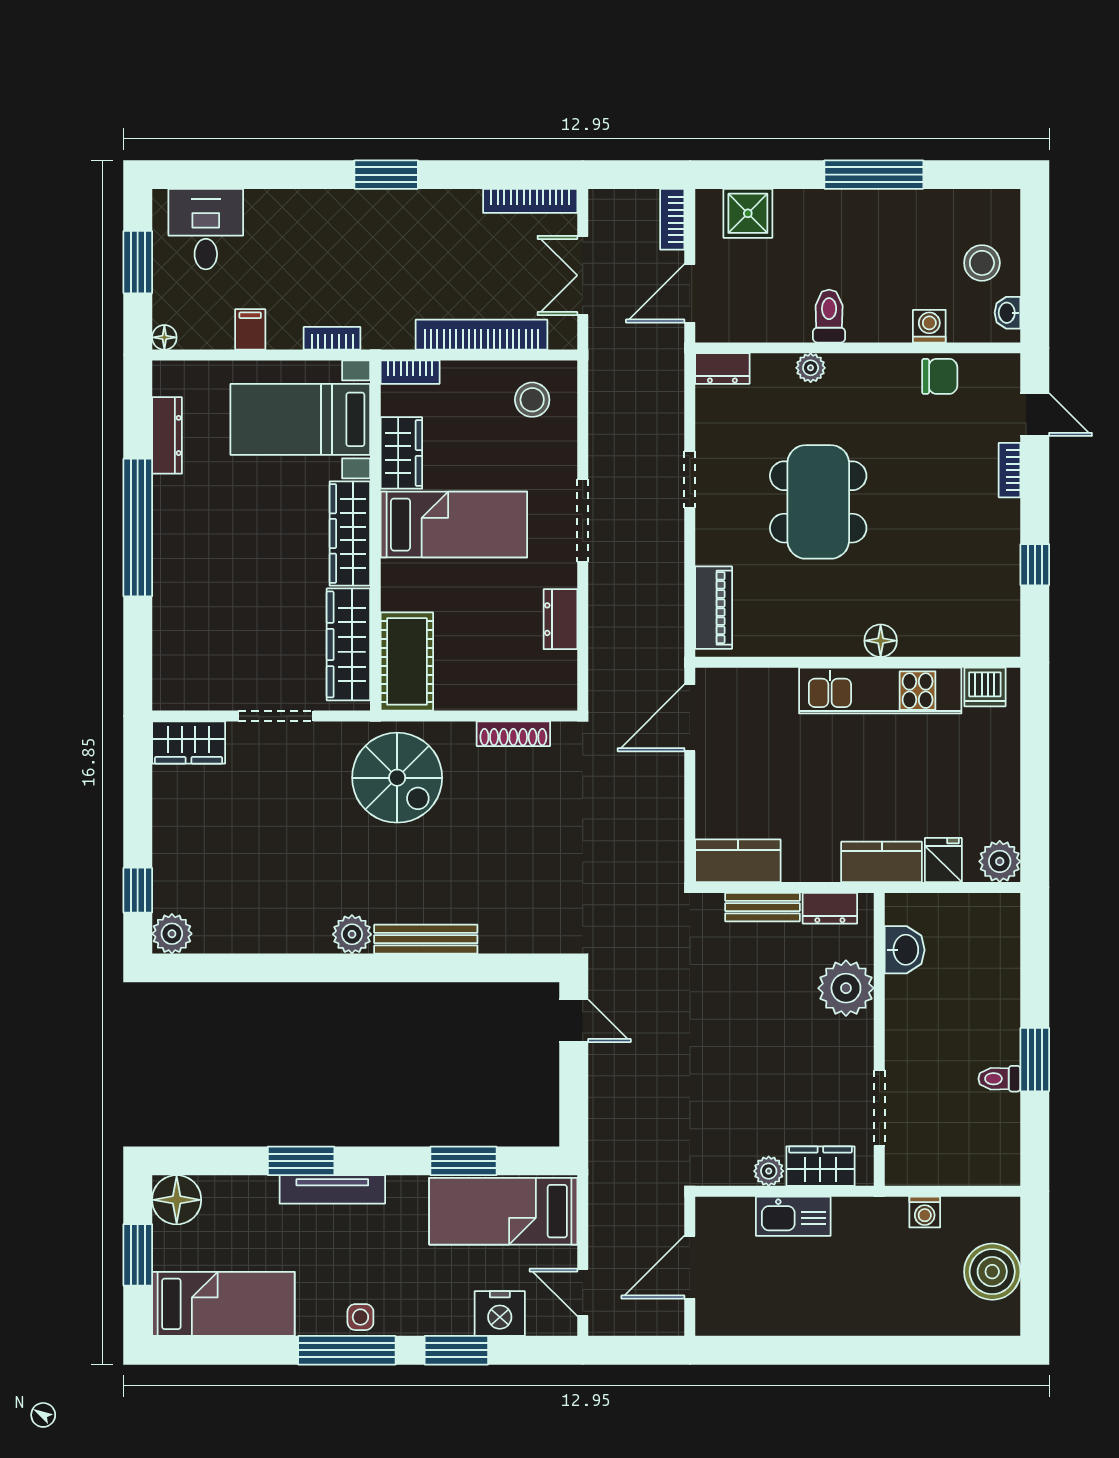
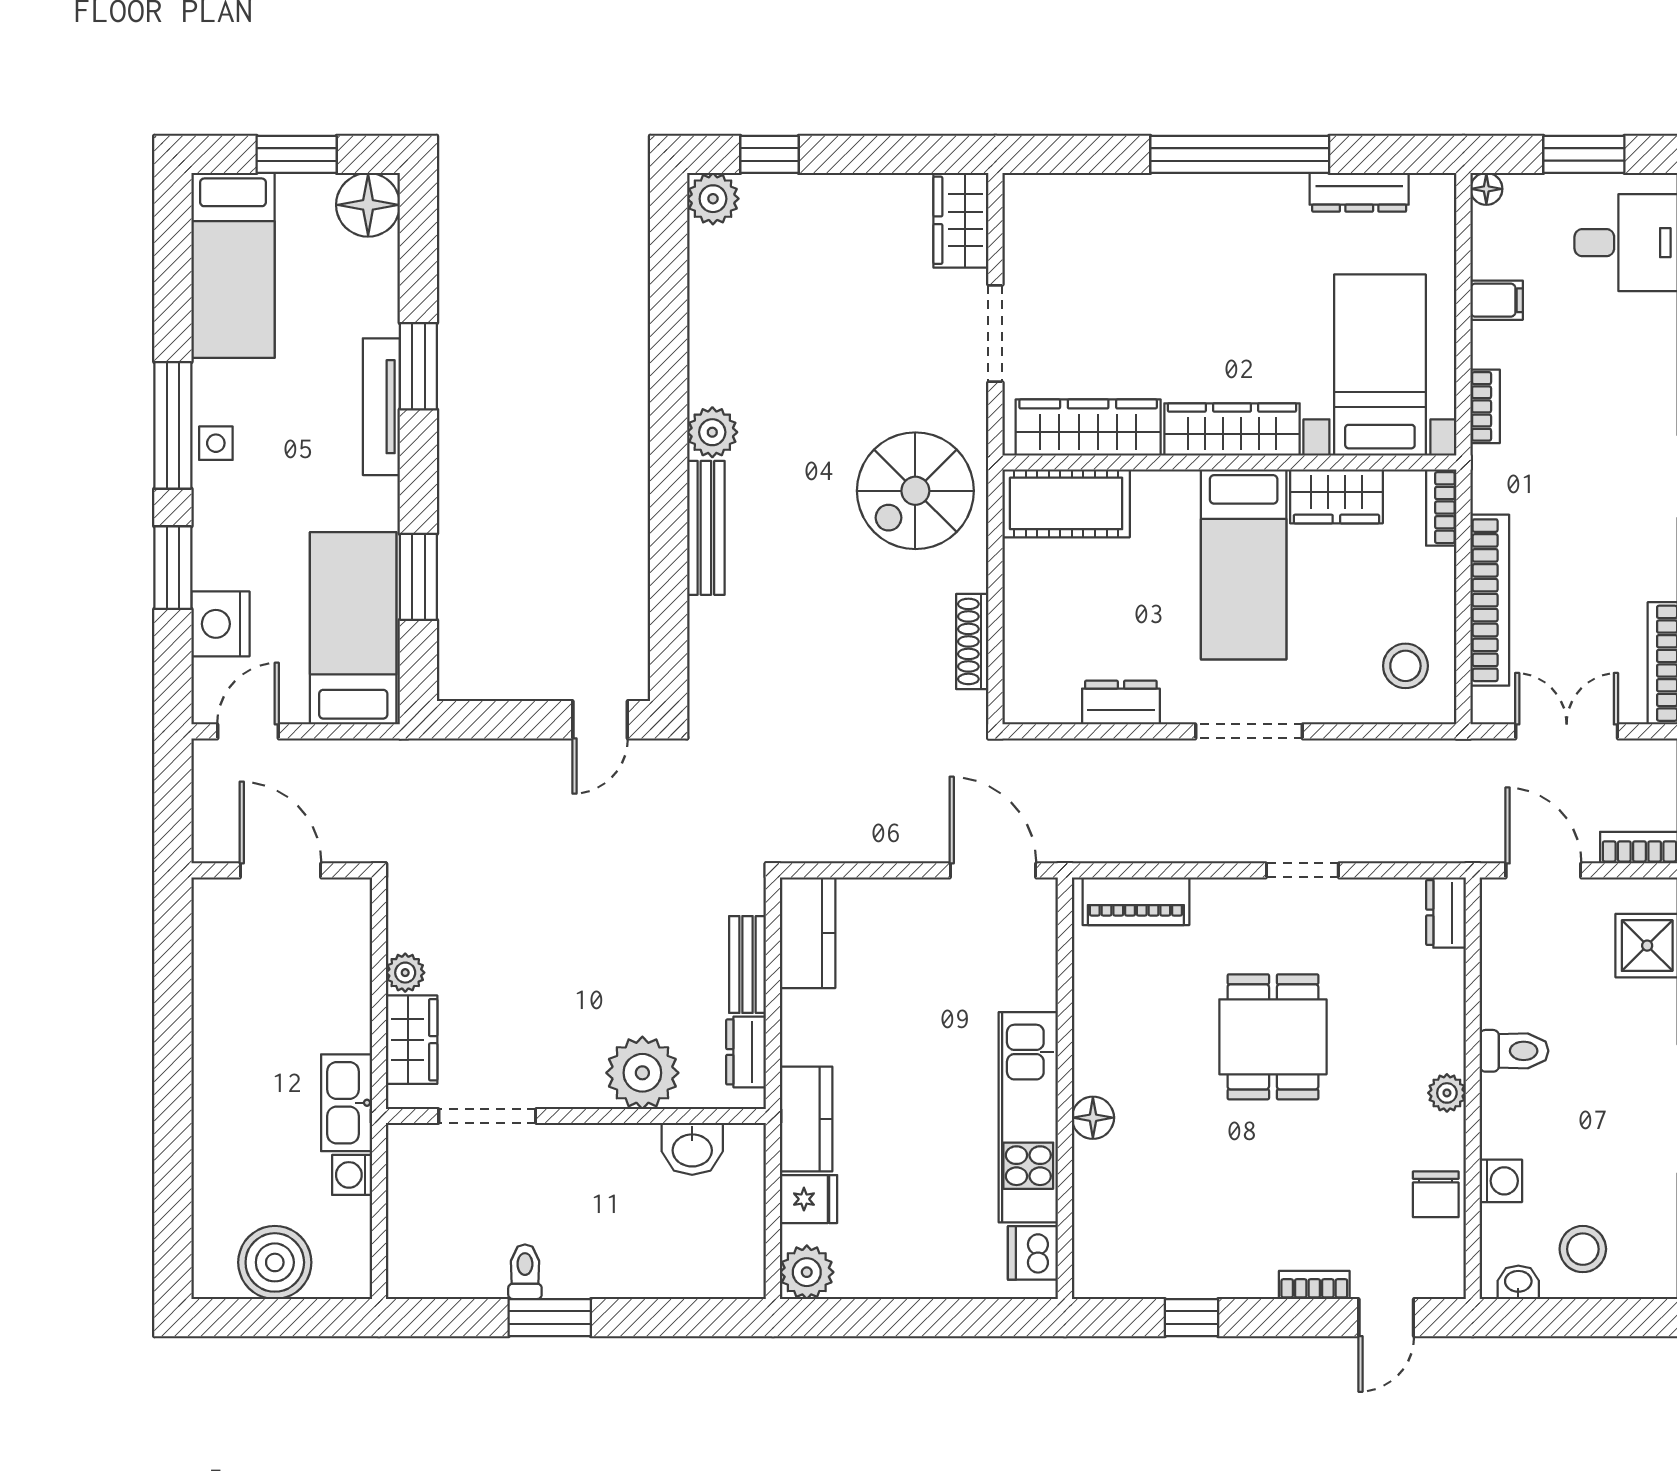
plant: (811, 368) -> (1447, 1093), moved
dining table: (818, 502) -> (1273, 1037), width x0.73
kitchen sink: (793, 1216) -> (347, 1103), moved

